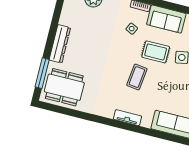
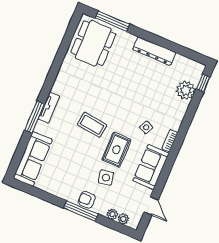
dresser: (60, 44) -> (154, 51), moved
window: (138, 129) -> (35, 117), added

